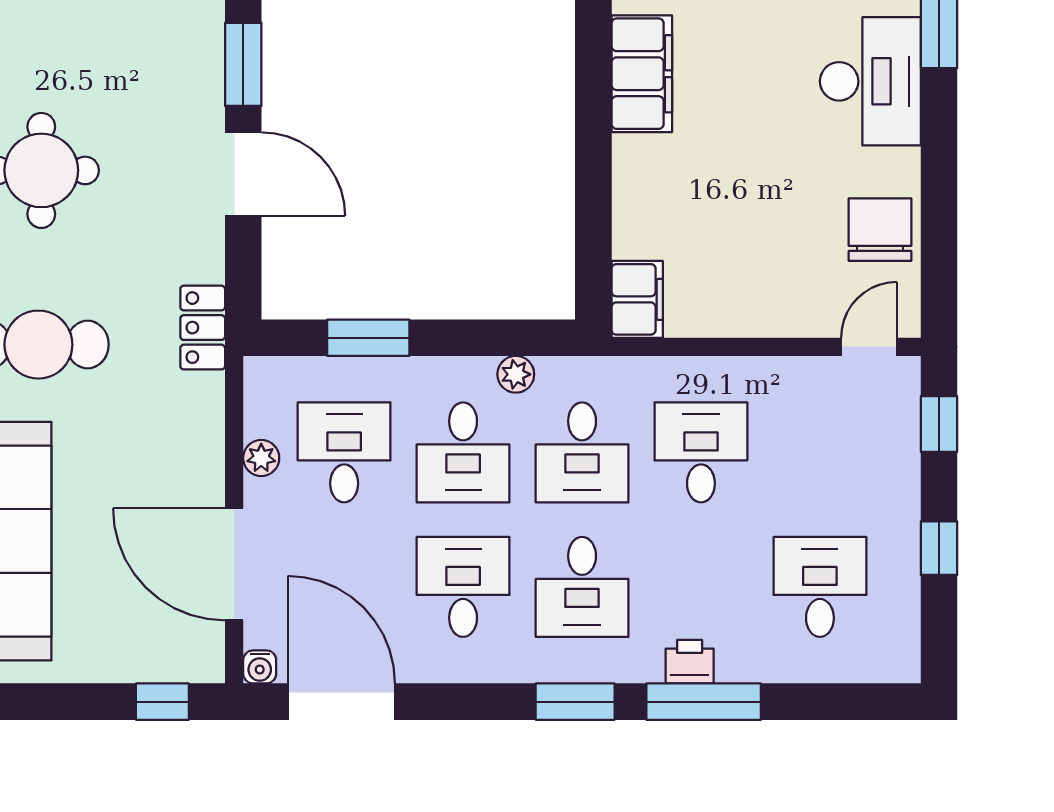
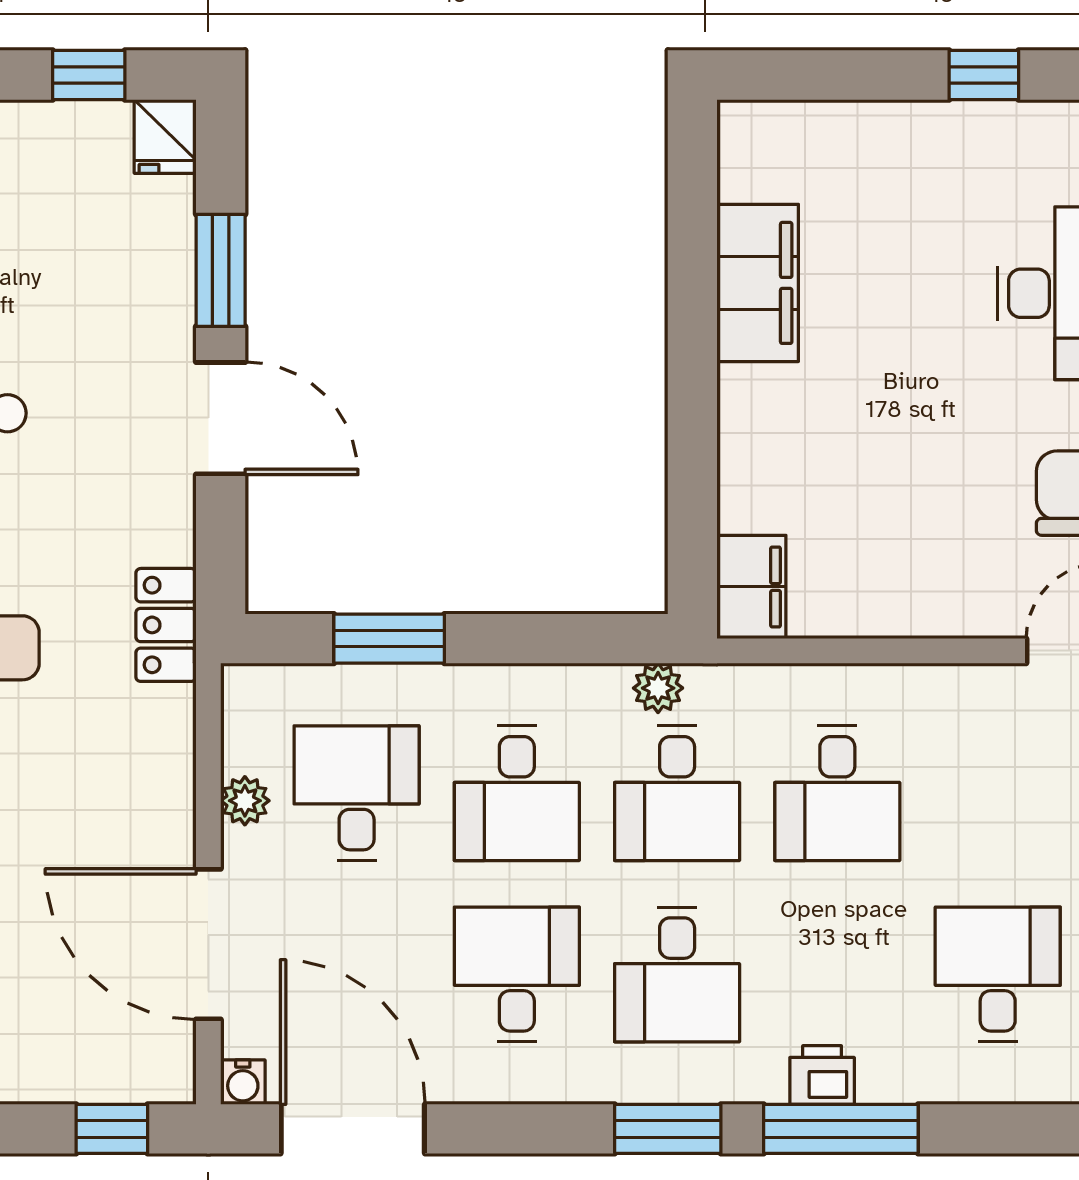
plant: (516, 374) -> (658, 688), moved
desk: (701, 452) -> (837, 793), turned 180

